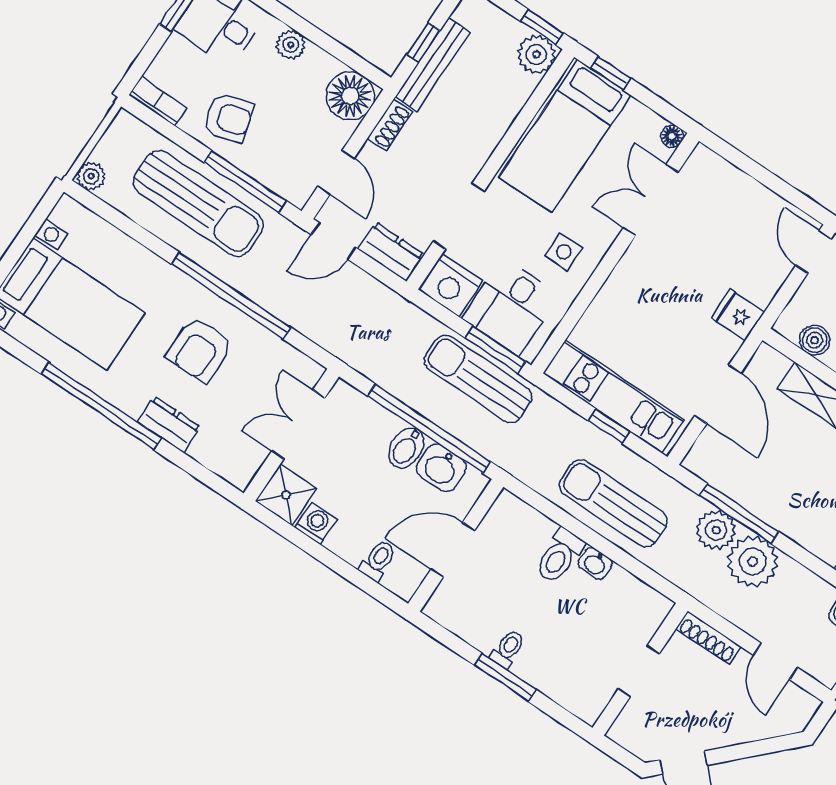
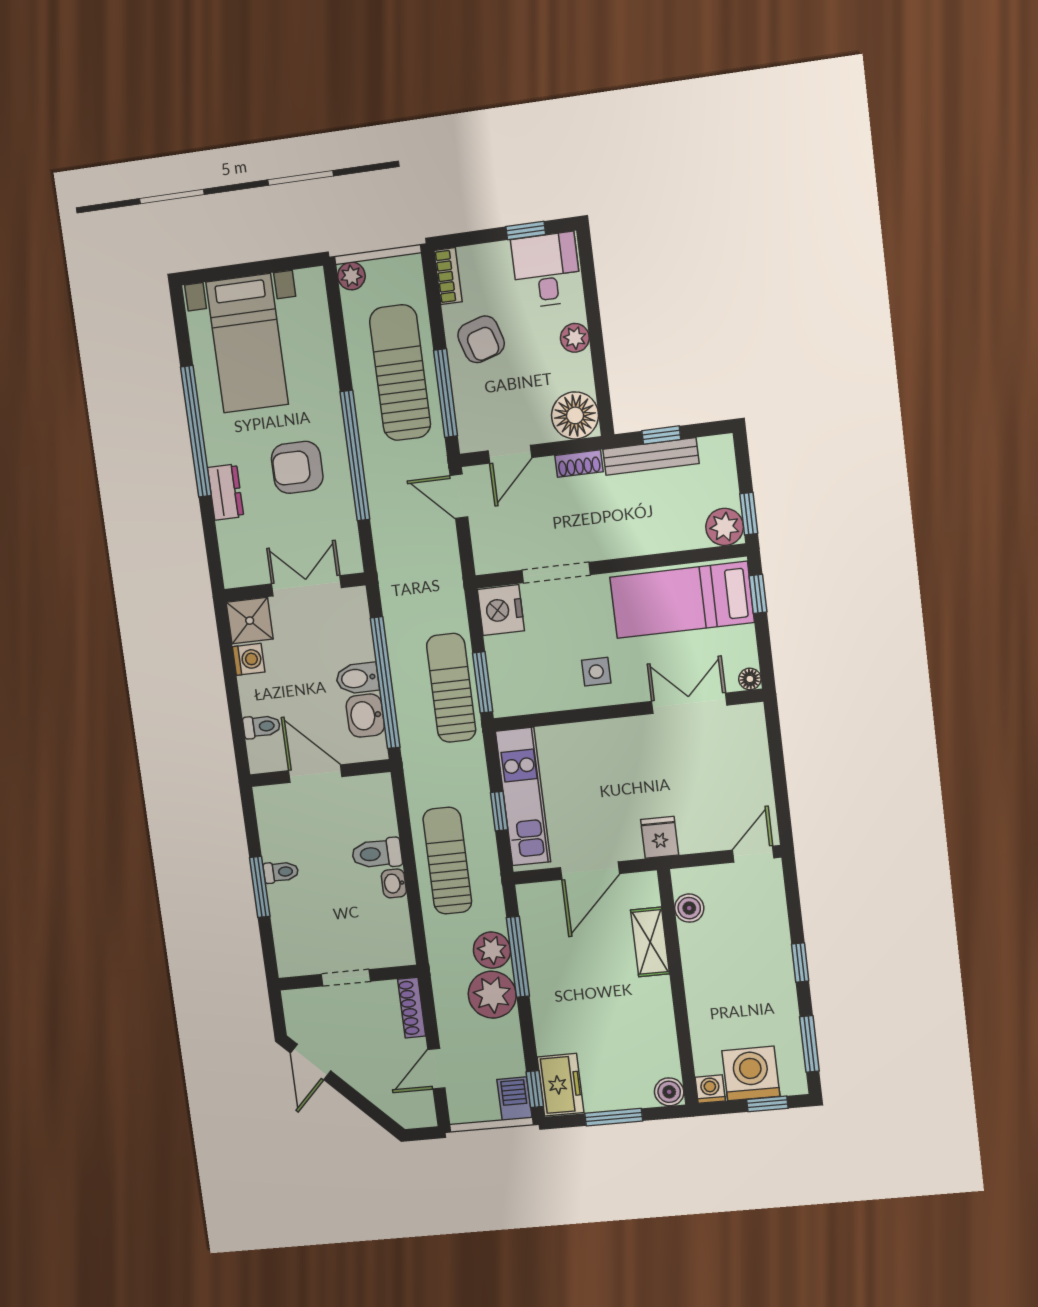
sun lounger: (198, 203) -> (400, 373), turned 180
dresser: (391, 252) -> (487, 545), removed
desk: (511, 307) -> (523, 667), removed

